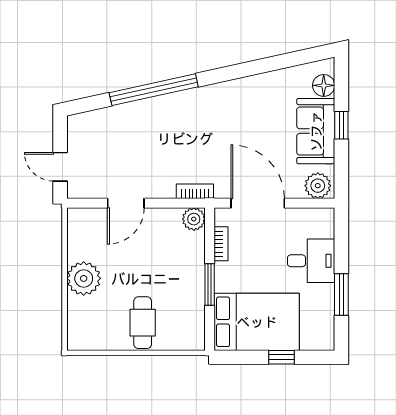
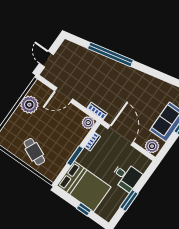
plant: (84, 278) -> (29, 105), moved
cafe table: (143, 323) -> (34, 152), turned -66

